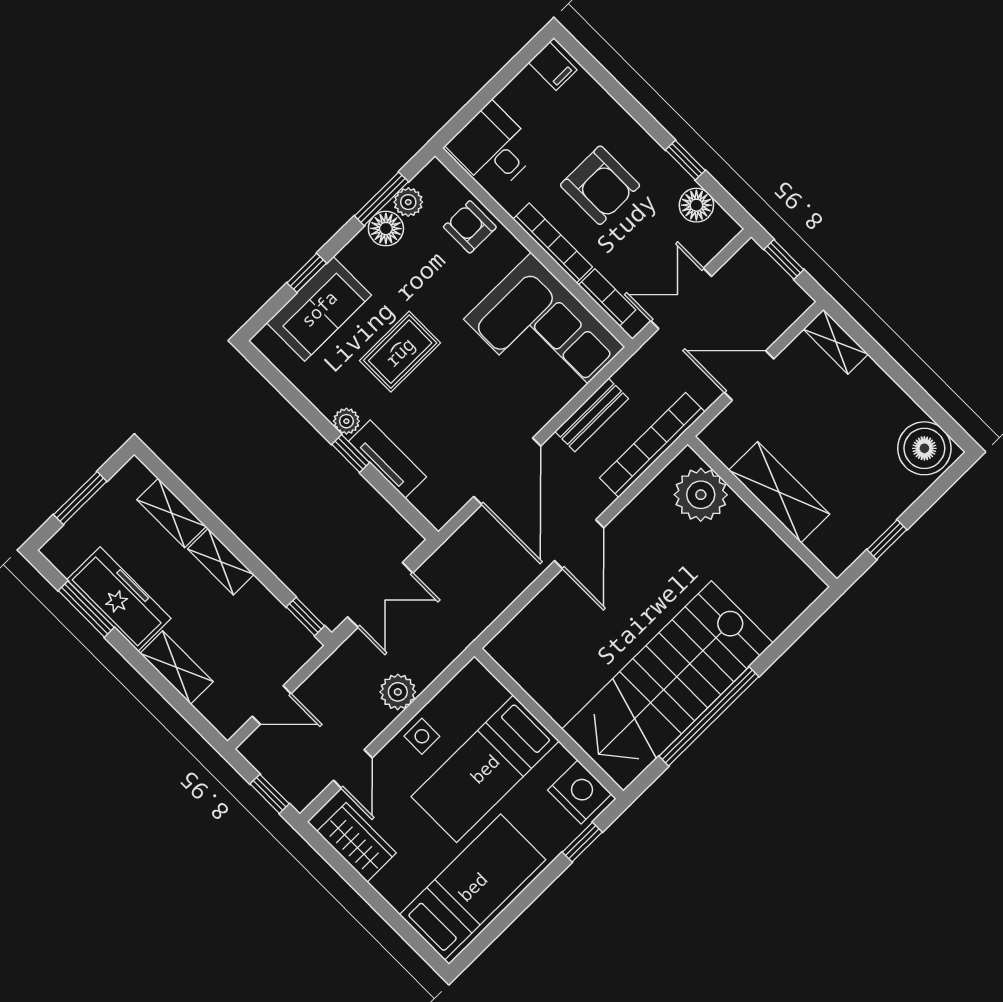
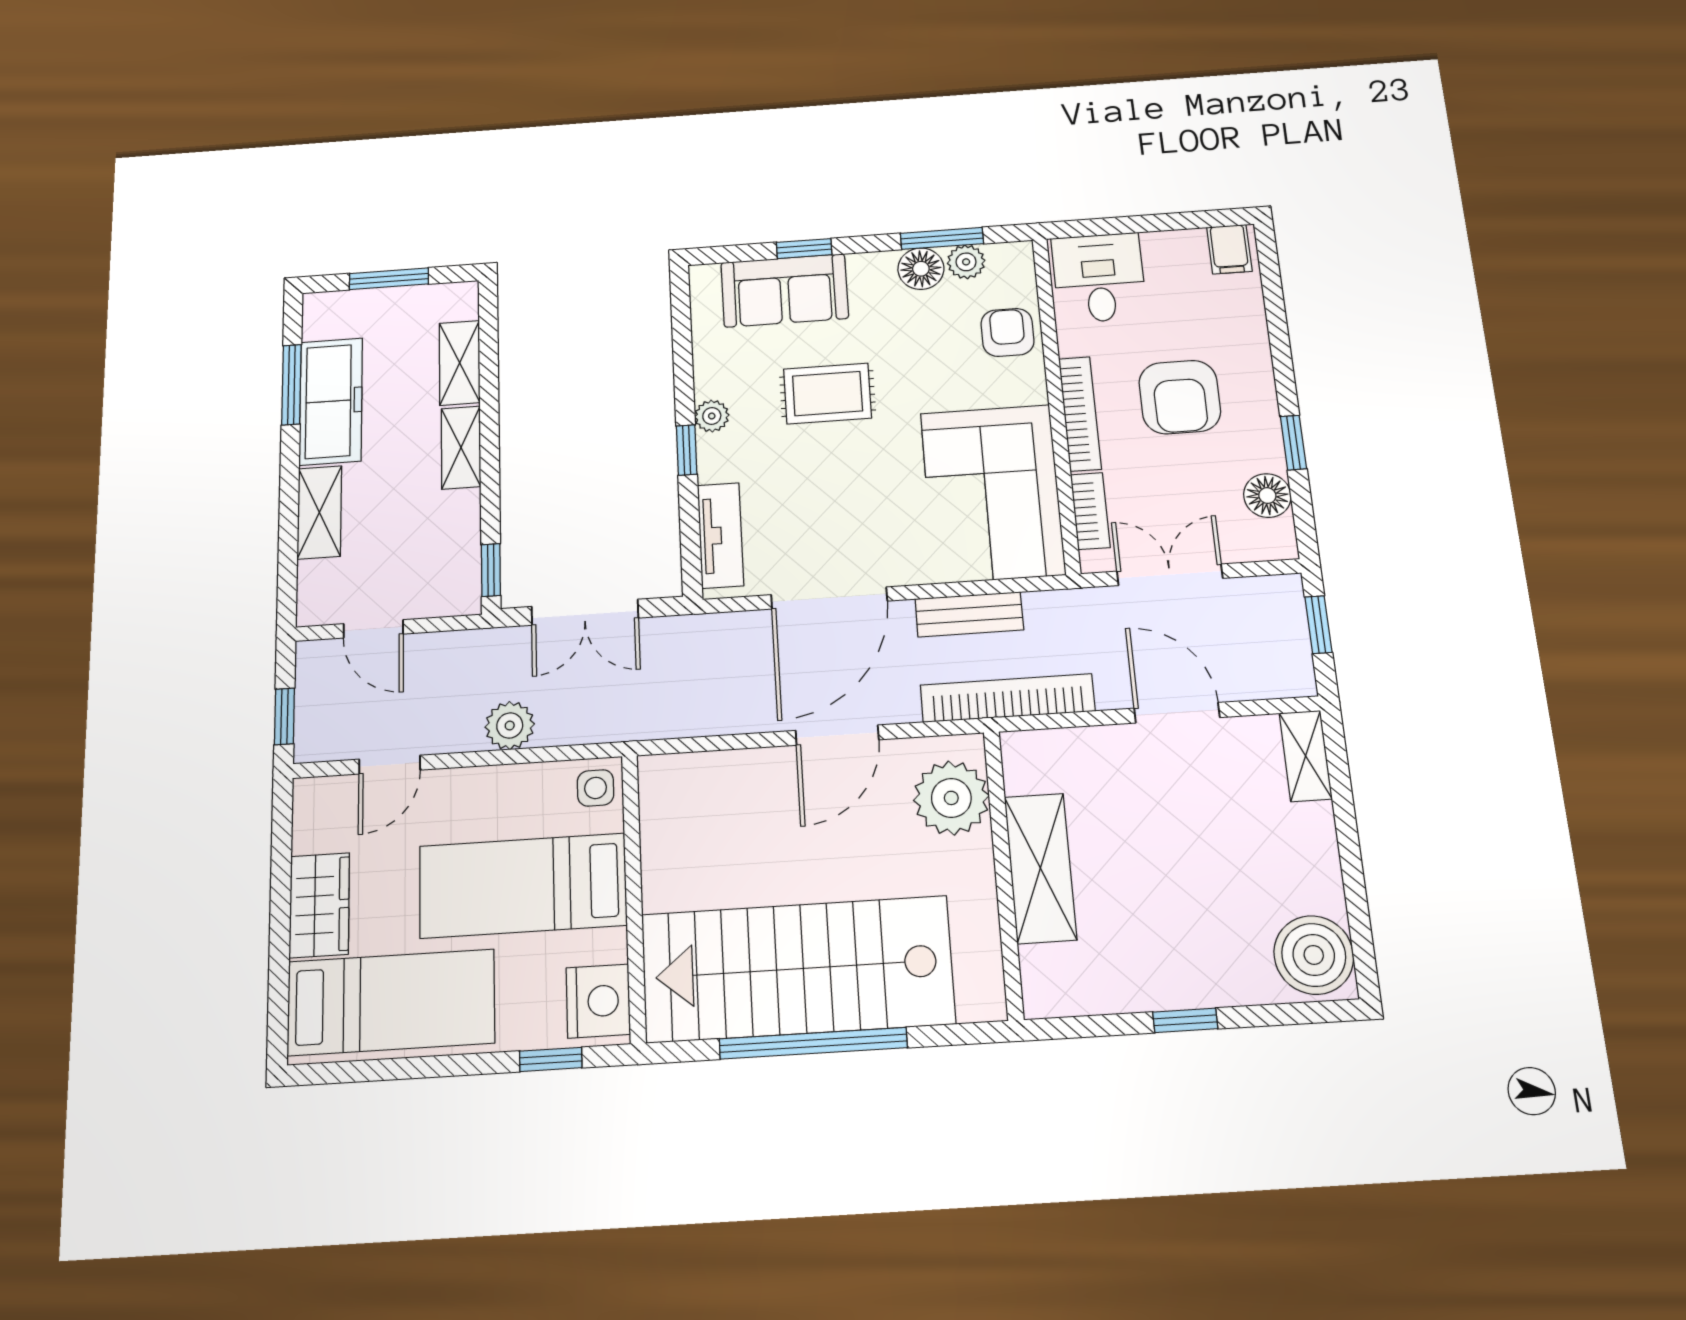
tv unit: (387, 459) -> (720, 535), moved
shelving: (779, 492) -> (1040, 868), moved
plant: (701, 495) -> (951, 798), moved
wall: (762, 512) -> (1003, 873), moved
side table: (422, 736) -> (596, 788), moved
wardrobe: (357, 842) -> (319, 905), moved

